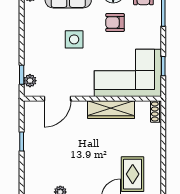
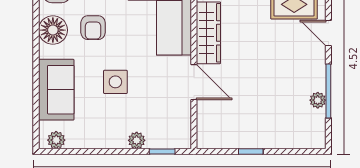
plant: (30, 81) -> (137, 140), moved
door: (57, 99) -> (194, 82), moved

